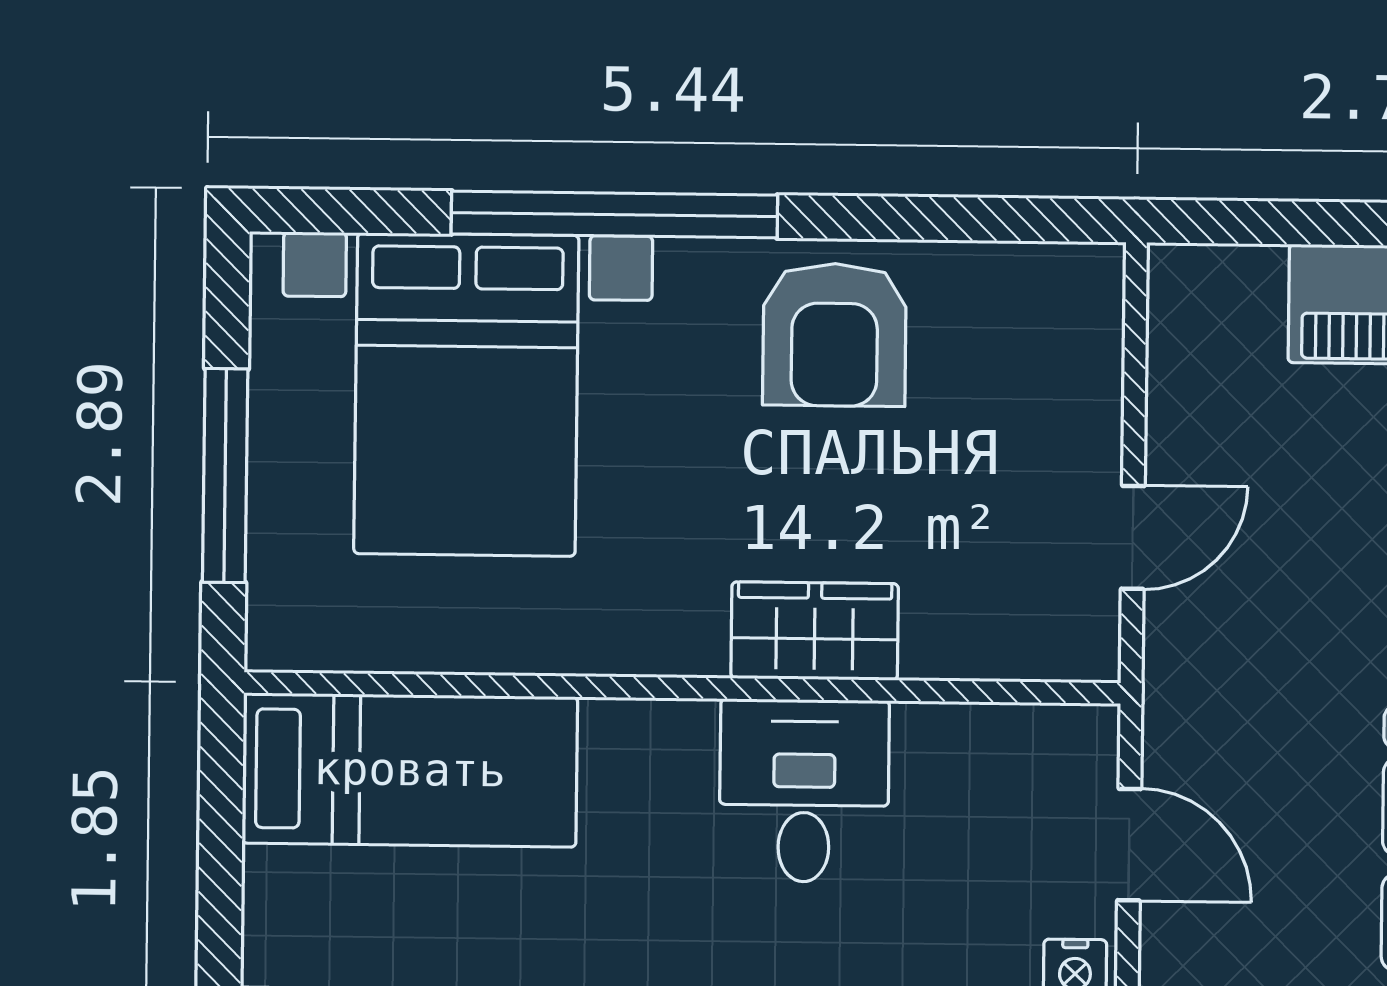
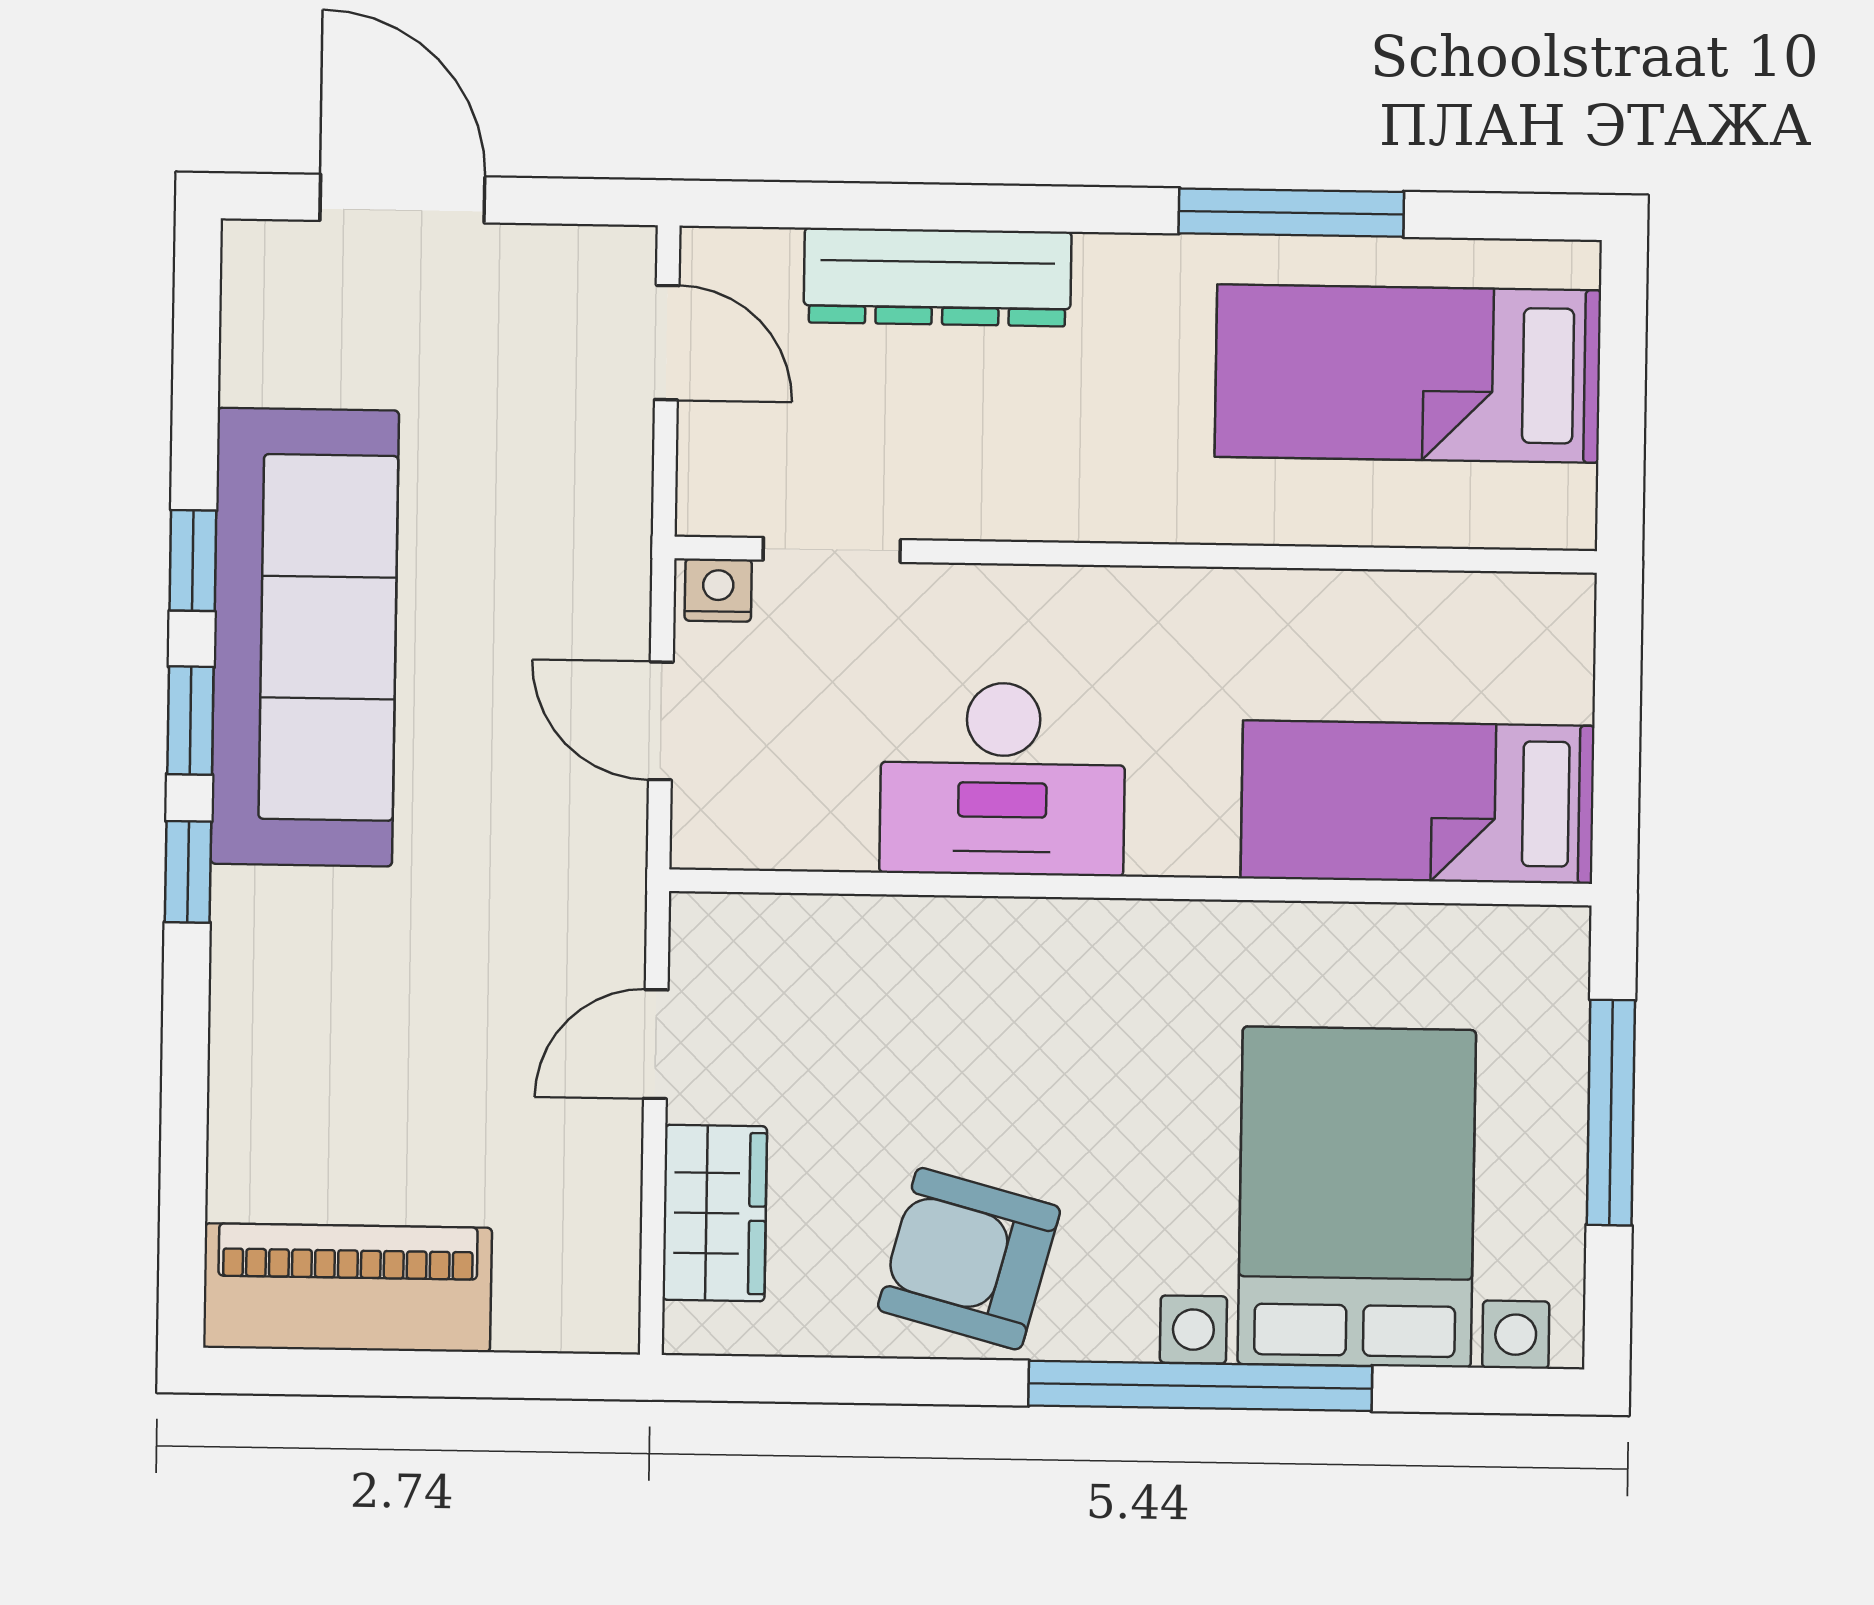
armchair: (834, 335) -> (969, 1259), turned -75
wardrobe: (815, 631) -> (715, 1213), moved, turned -90
desk: (804, 791) -> (1003, 779), width x1.37

